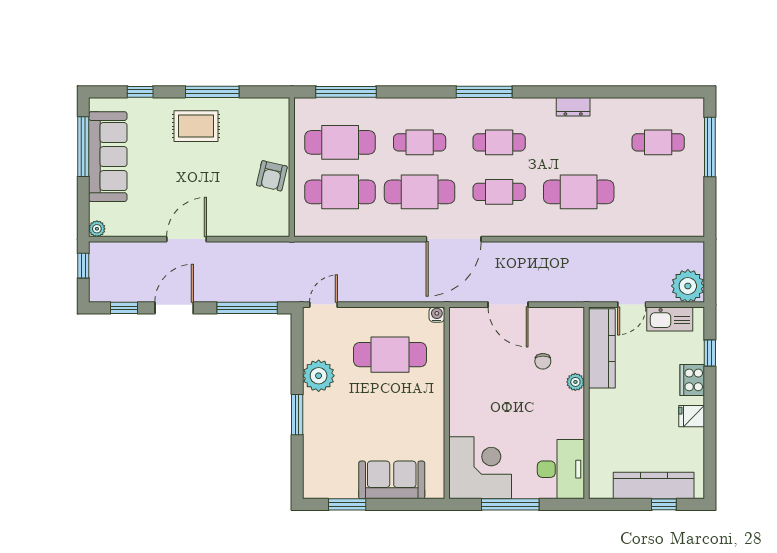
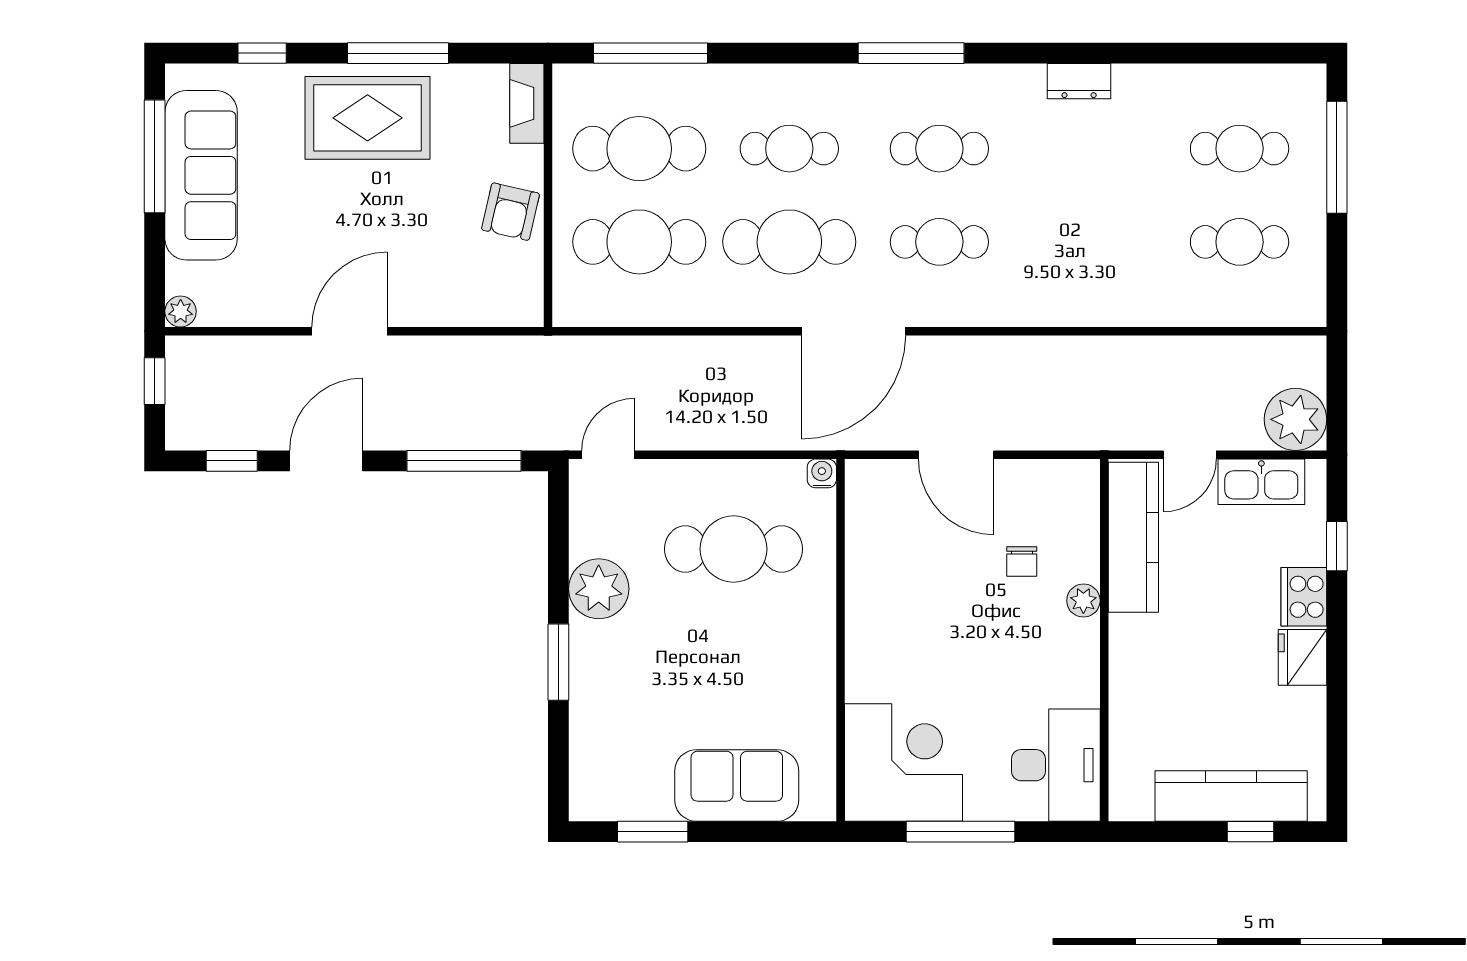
fireplace: (280, 118) -> (527, 103), added
rug: (196, 126) -> (368, 118), width x1.36, depth x1.43
cafe table: (579, 192) -> (1240, 242), moved, width x0.73, depth x0.74
fridge: (692, 416) -> (1303, 657), width x1.38

